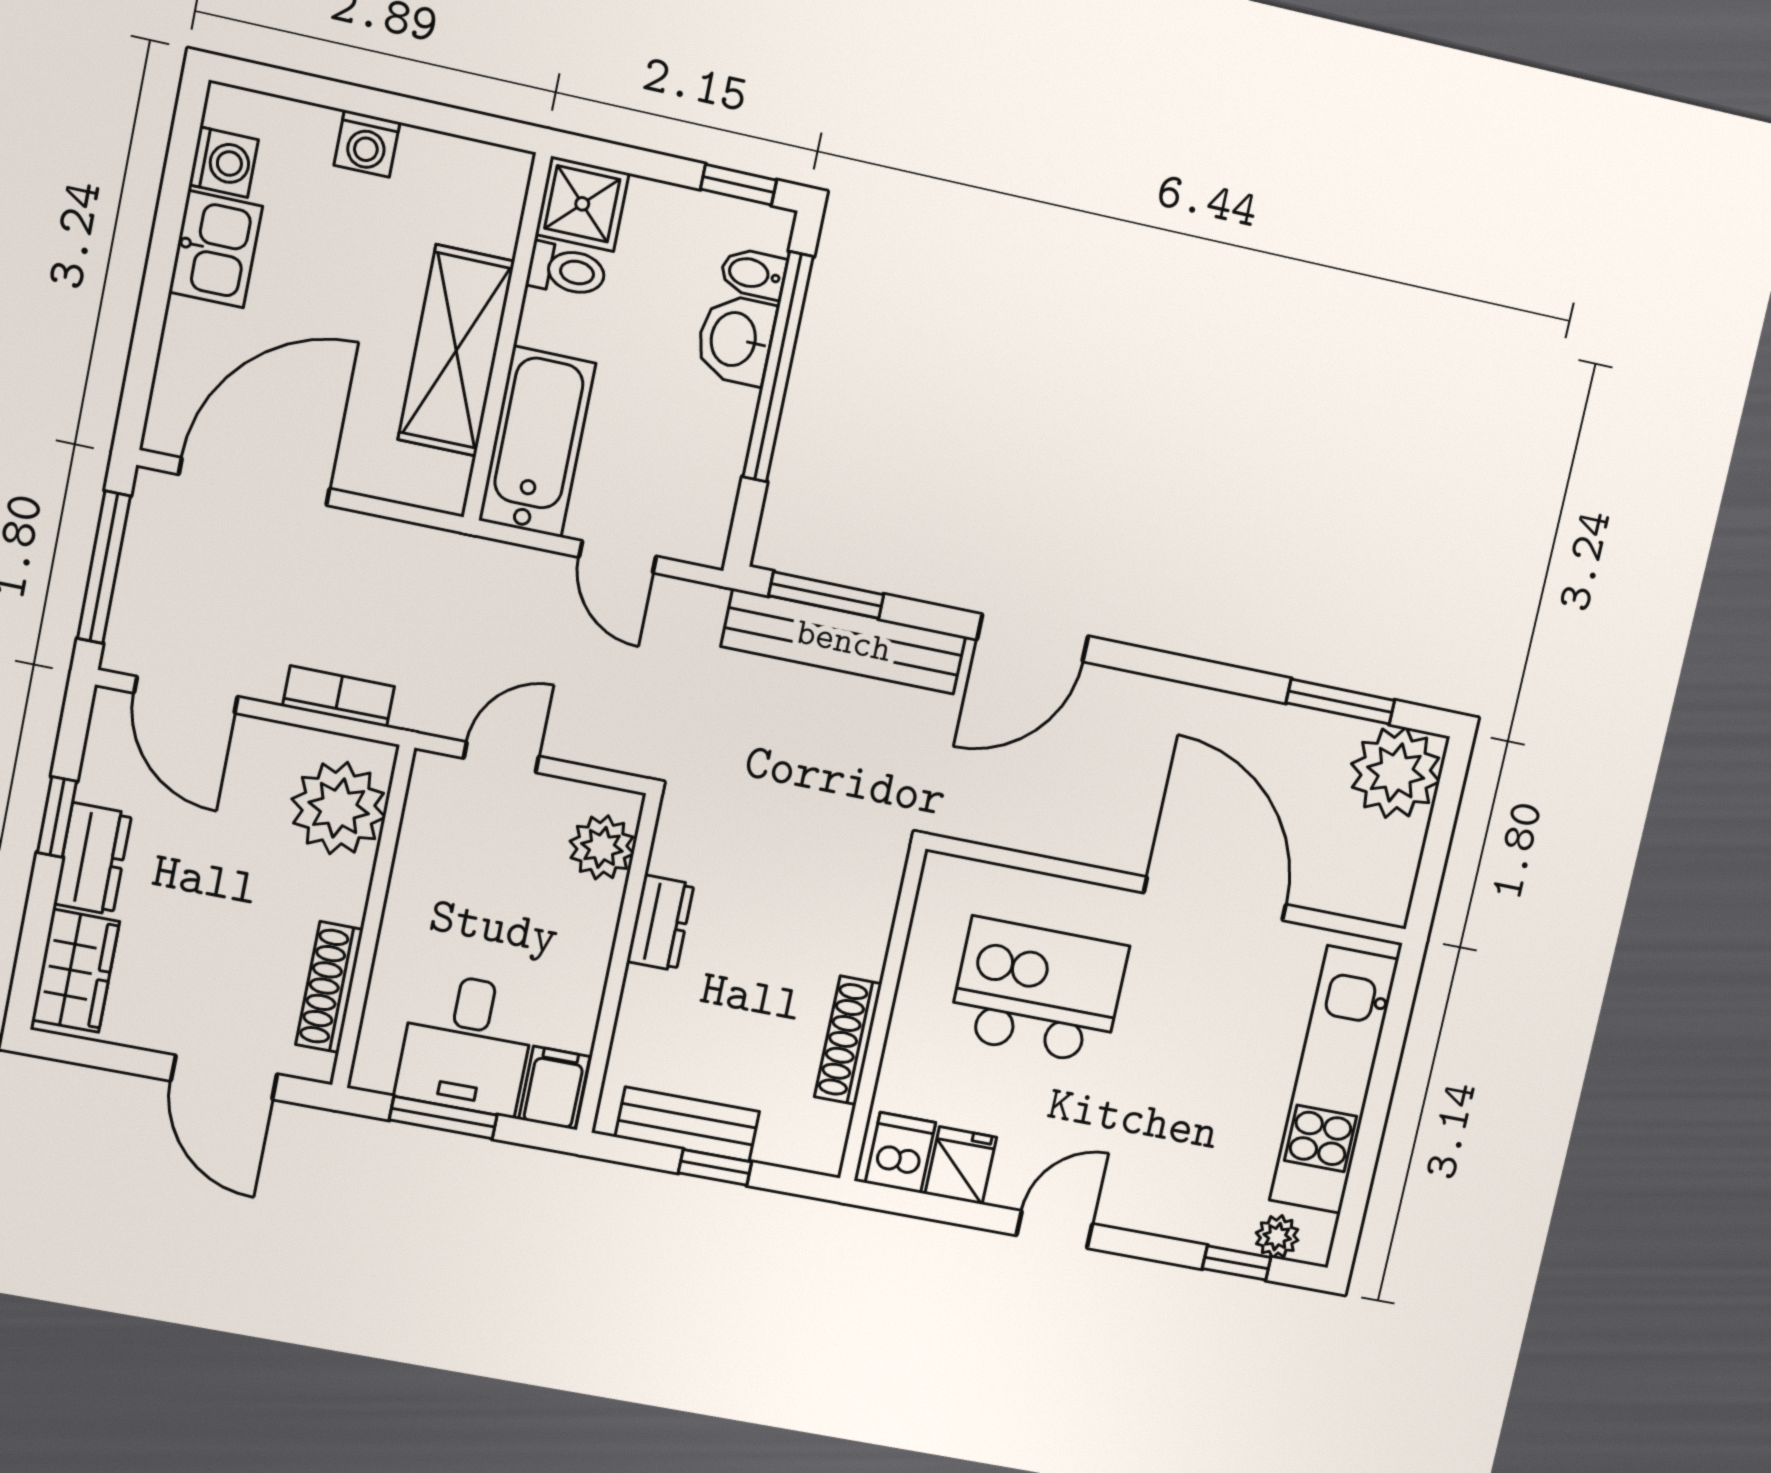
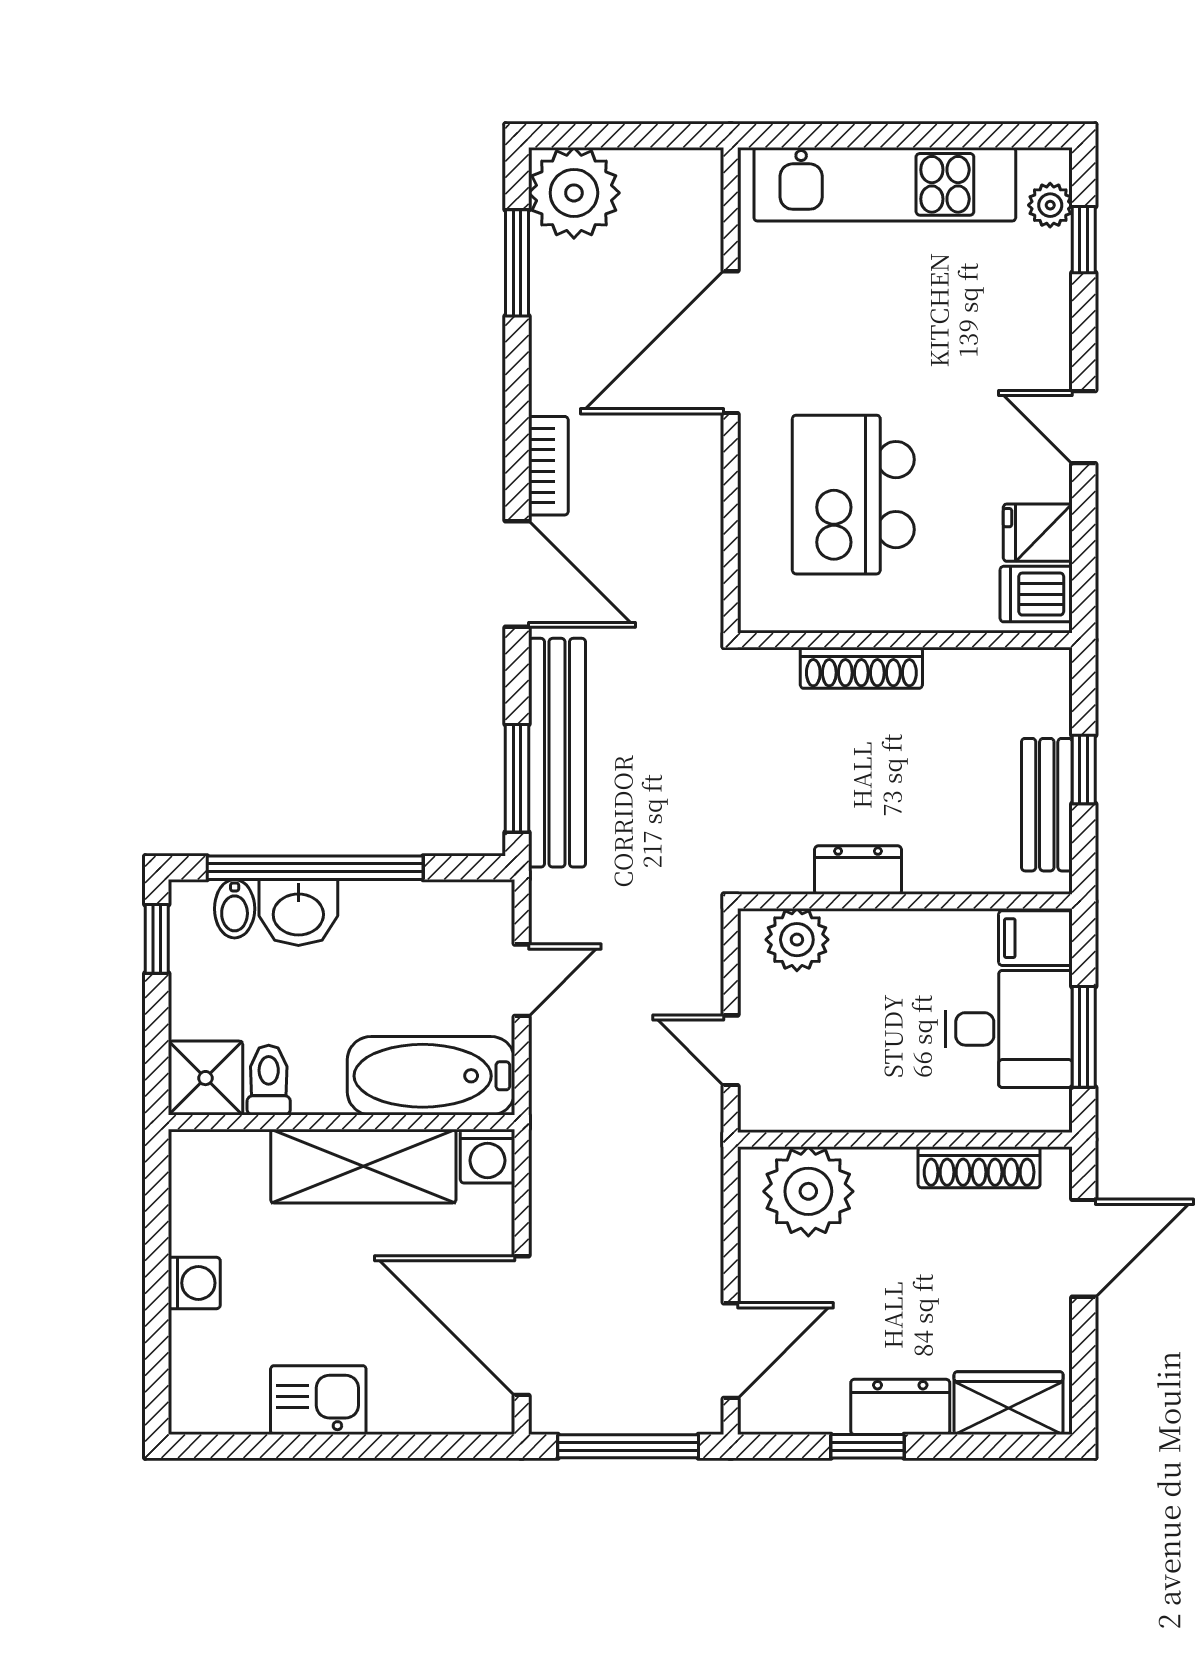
washing machine: (224, 162) -> (488, 1156), moved, turned 180
bookcase: (339, 696) -> (548, 466), moved, turned 180
shoe rack: (848, 1040) -> (861, 668), moved

